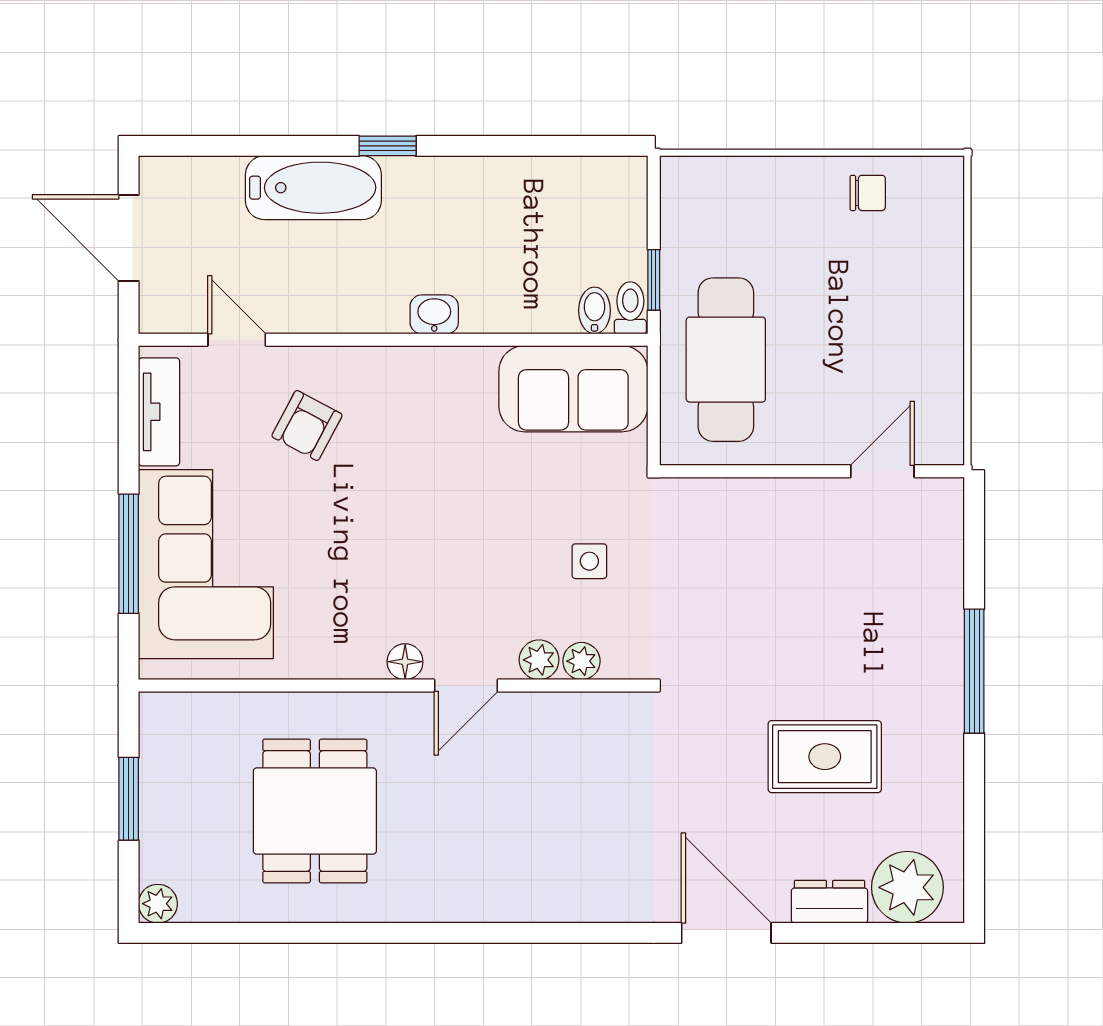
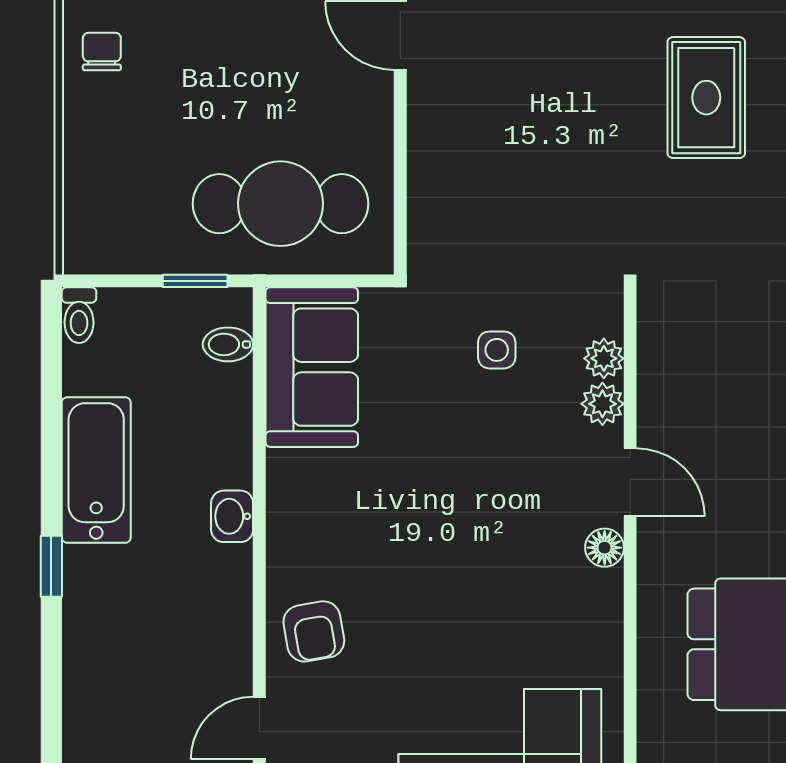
bathtub: (313, 188) -> (96, 470), moved
toilet: (630, 308) -> (79, 315), moved, turned -90
armchair: (307, 425) -> (314, 631), moved, turned 52

